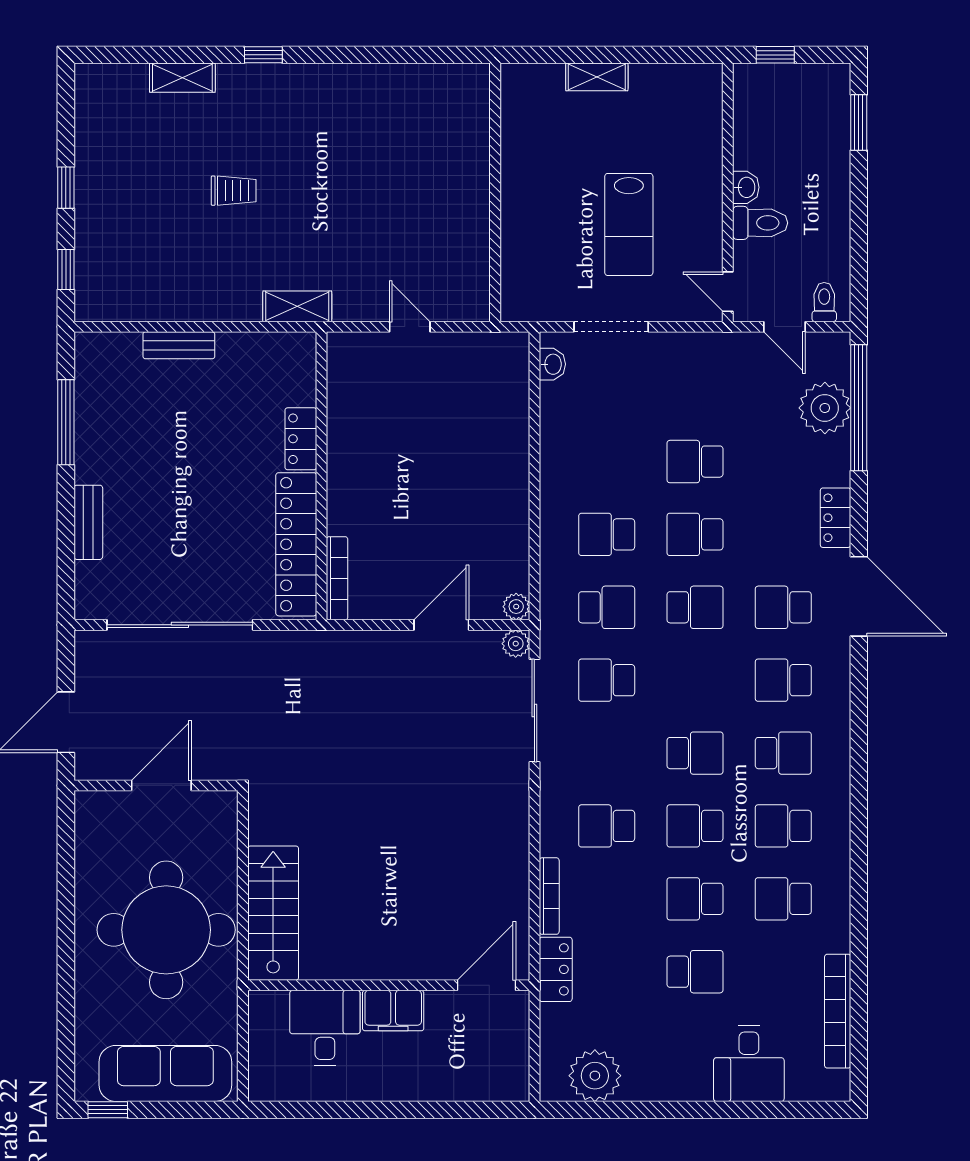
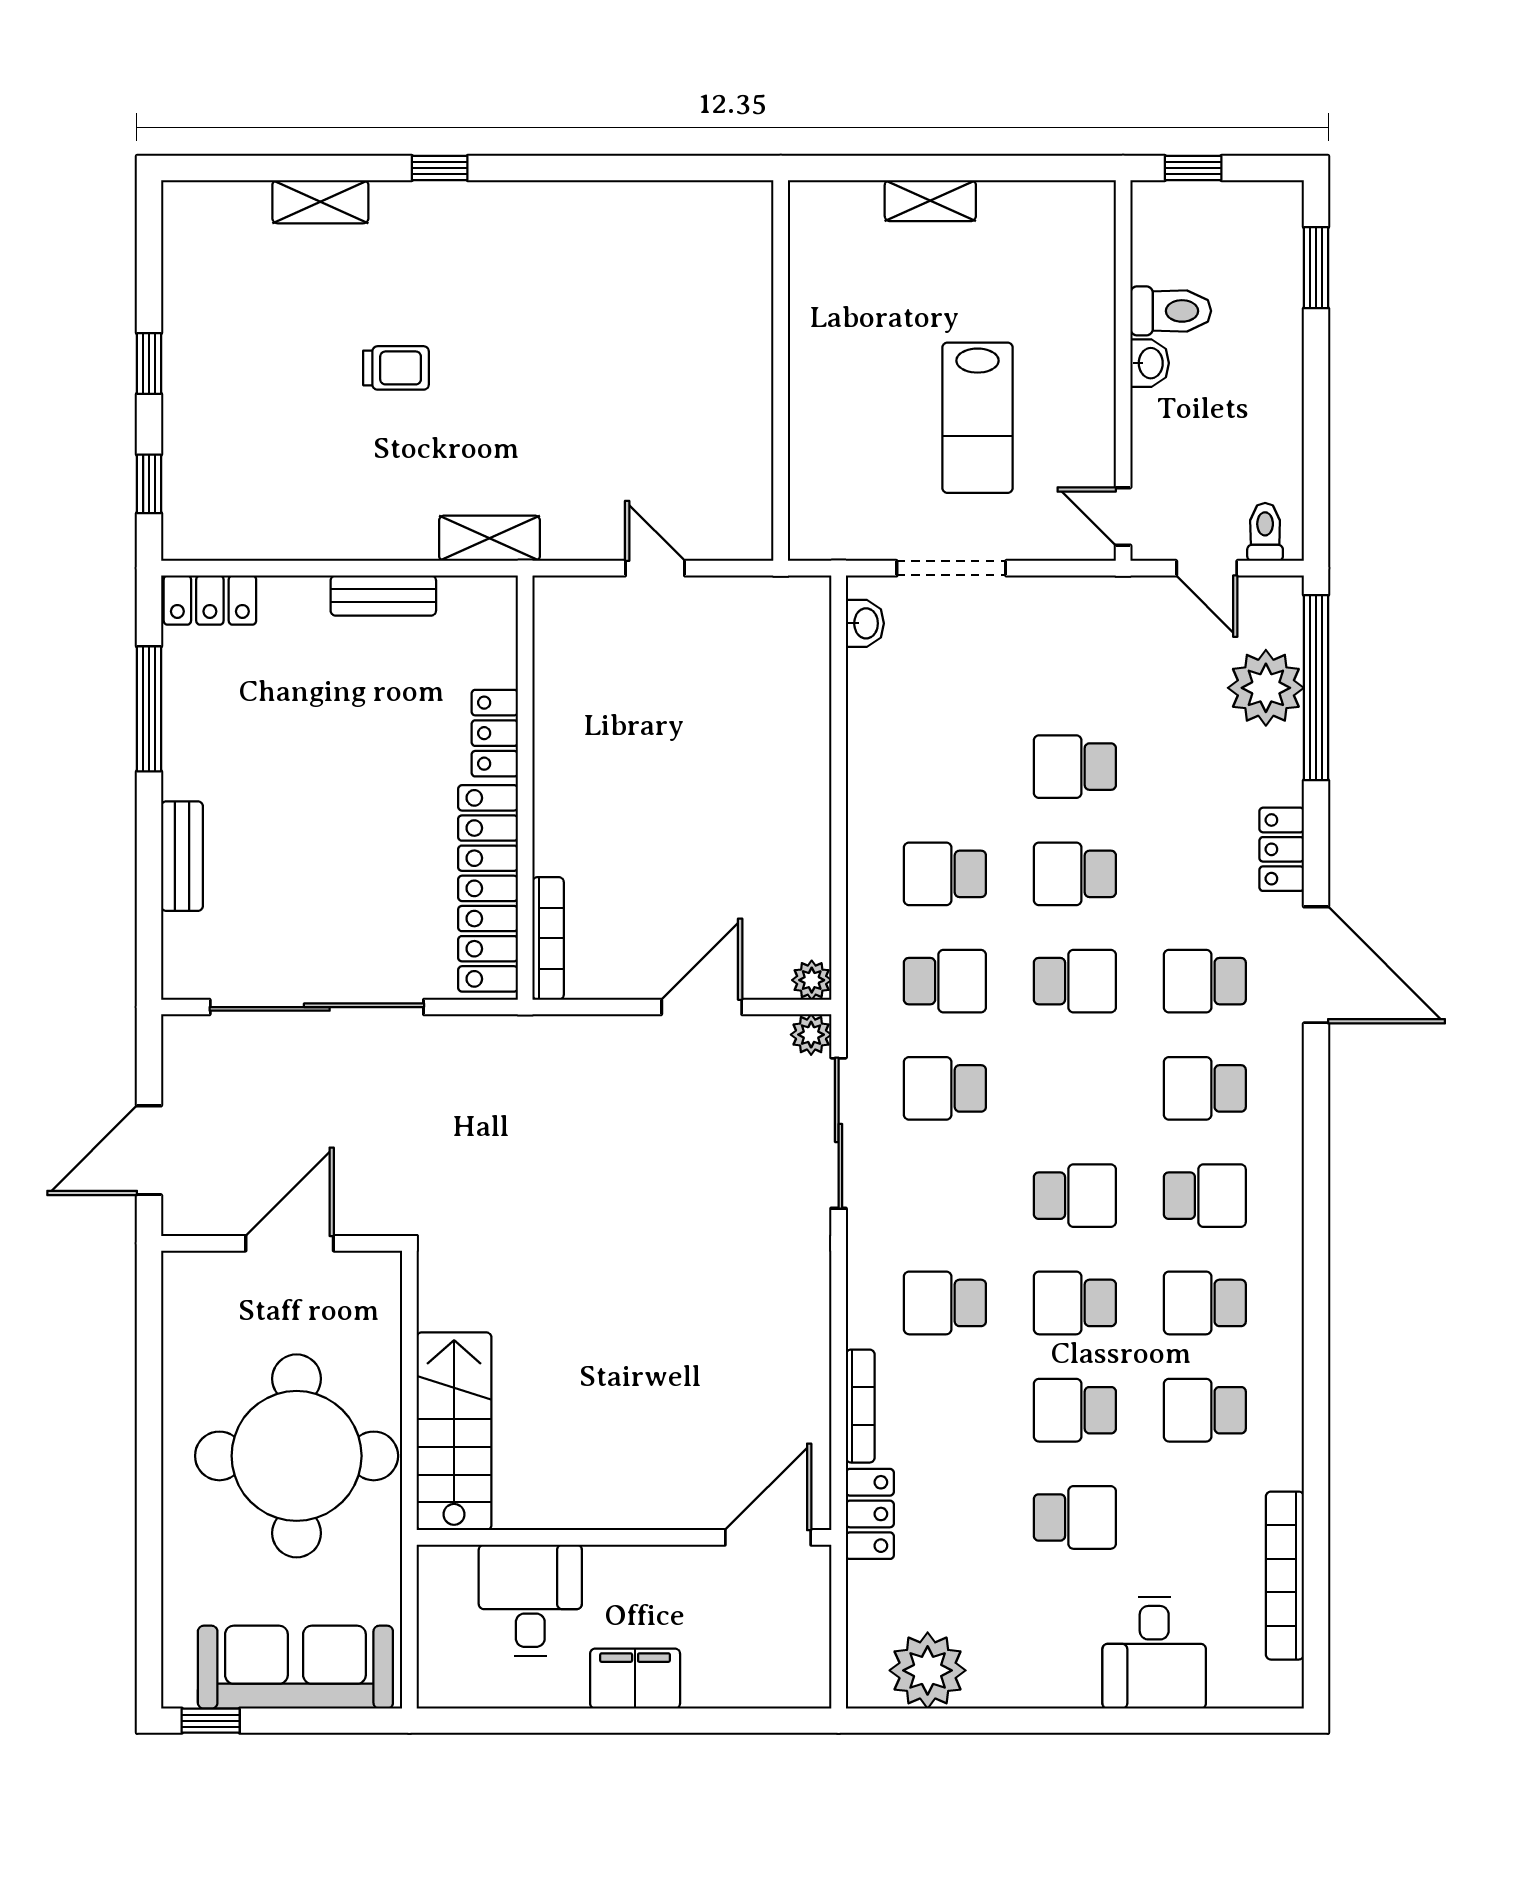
toilet: (760, 223) -> (1171, 311), moved
bench: (179, 345) -> (383, 596), moved
locker: (107, 348) -> (210, 600), added
filing cabinet: (393, 1011) -> (635, 1679), moved, turned 180

